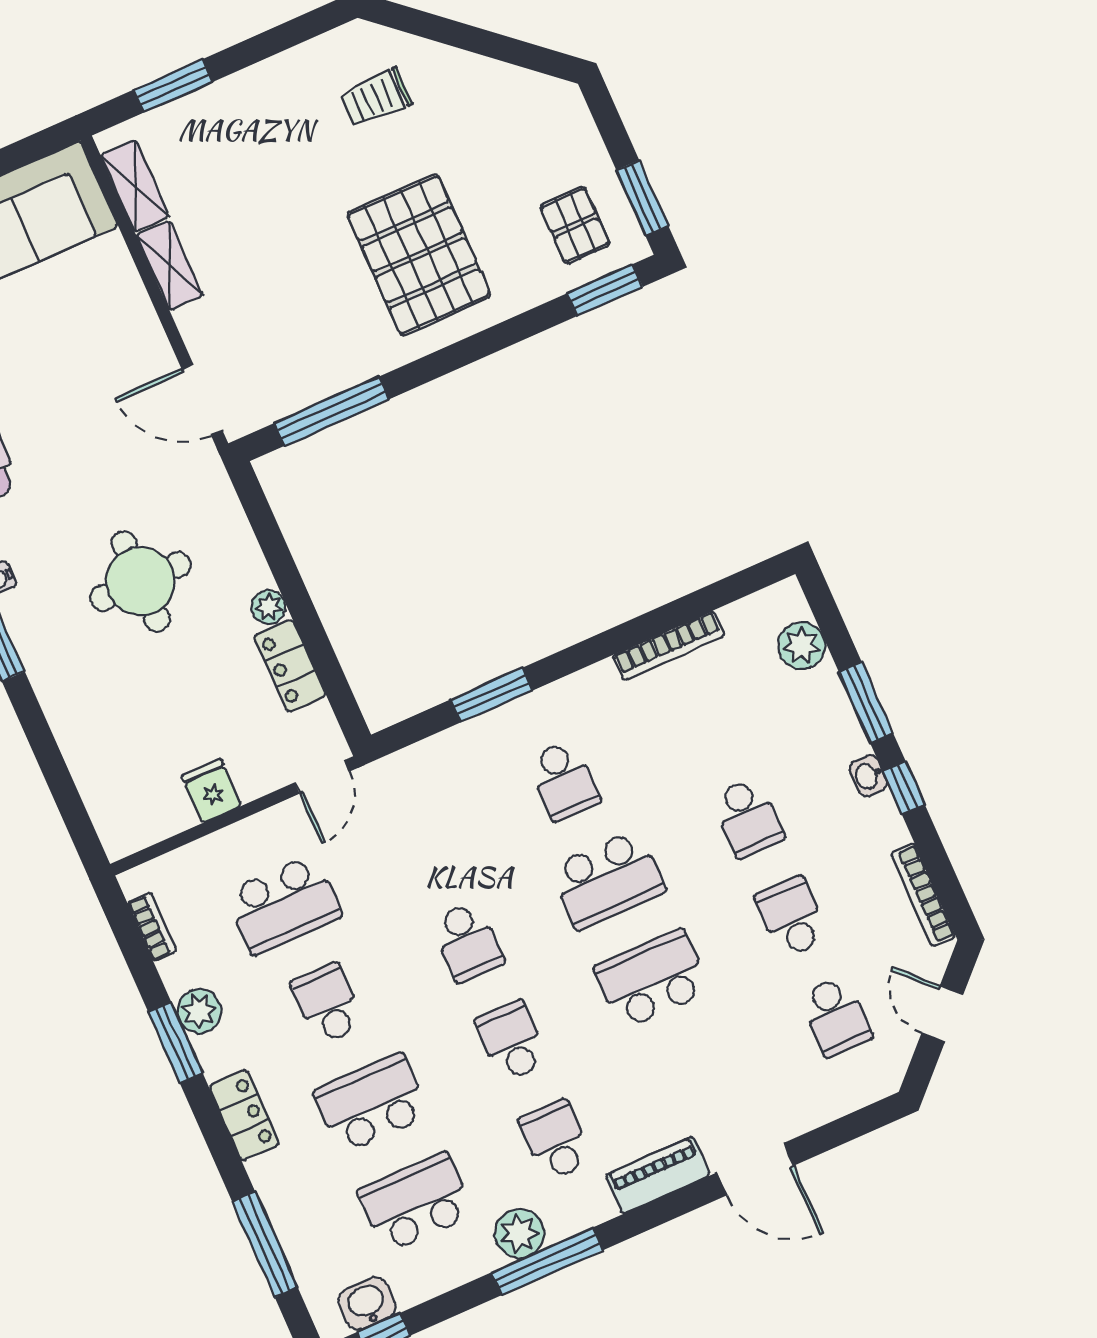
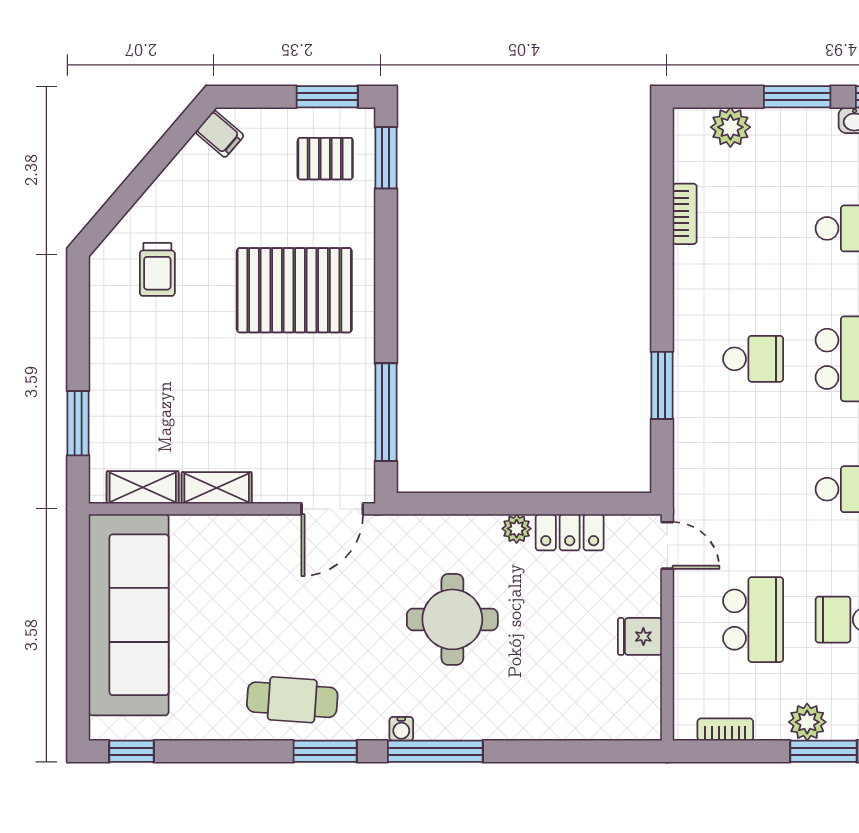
filing cabinet: (551, 100) -> (220, 134), added
bookcase: (668, 646) -> (685, 214), width x0.64

